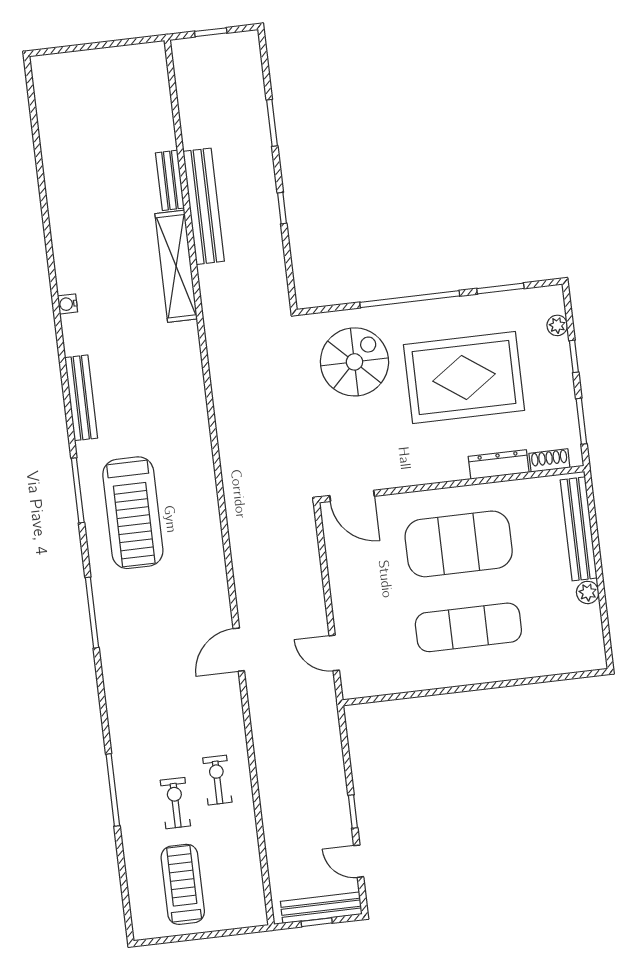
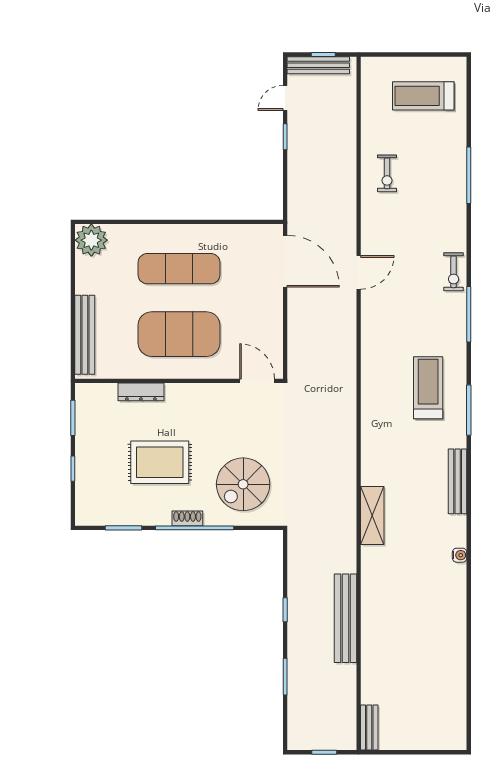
bench: (170, 180) -> (369, 728), moved
shelving: (176, 266) -> (372, 515), moved, width x0.68
plant: (557, 325) -> (83, 494), removed
rug: (464, 378) -> (160, 462), width x0.73, depth x0.69
shoe rack: (549, 460) -> (187, 518), moved, turned 180
treadmill: (133, 513) -> (428, 388), width x0.73, depth x0.73
plant: (588, 592) -> (91, 240), moved, width x1.88, depth x1.88
door: (334, 653) -> (285, 261), width x1.87
exercise bike: (175, 803) -> (454, 272), moved
door: (359, 861) -> (285, 98), swing flipped
treadmill: (183, 884) -> (423, 96), turned 90

